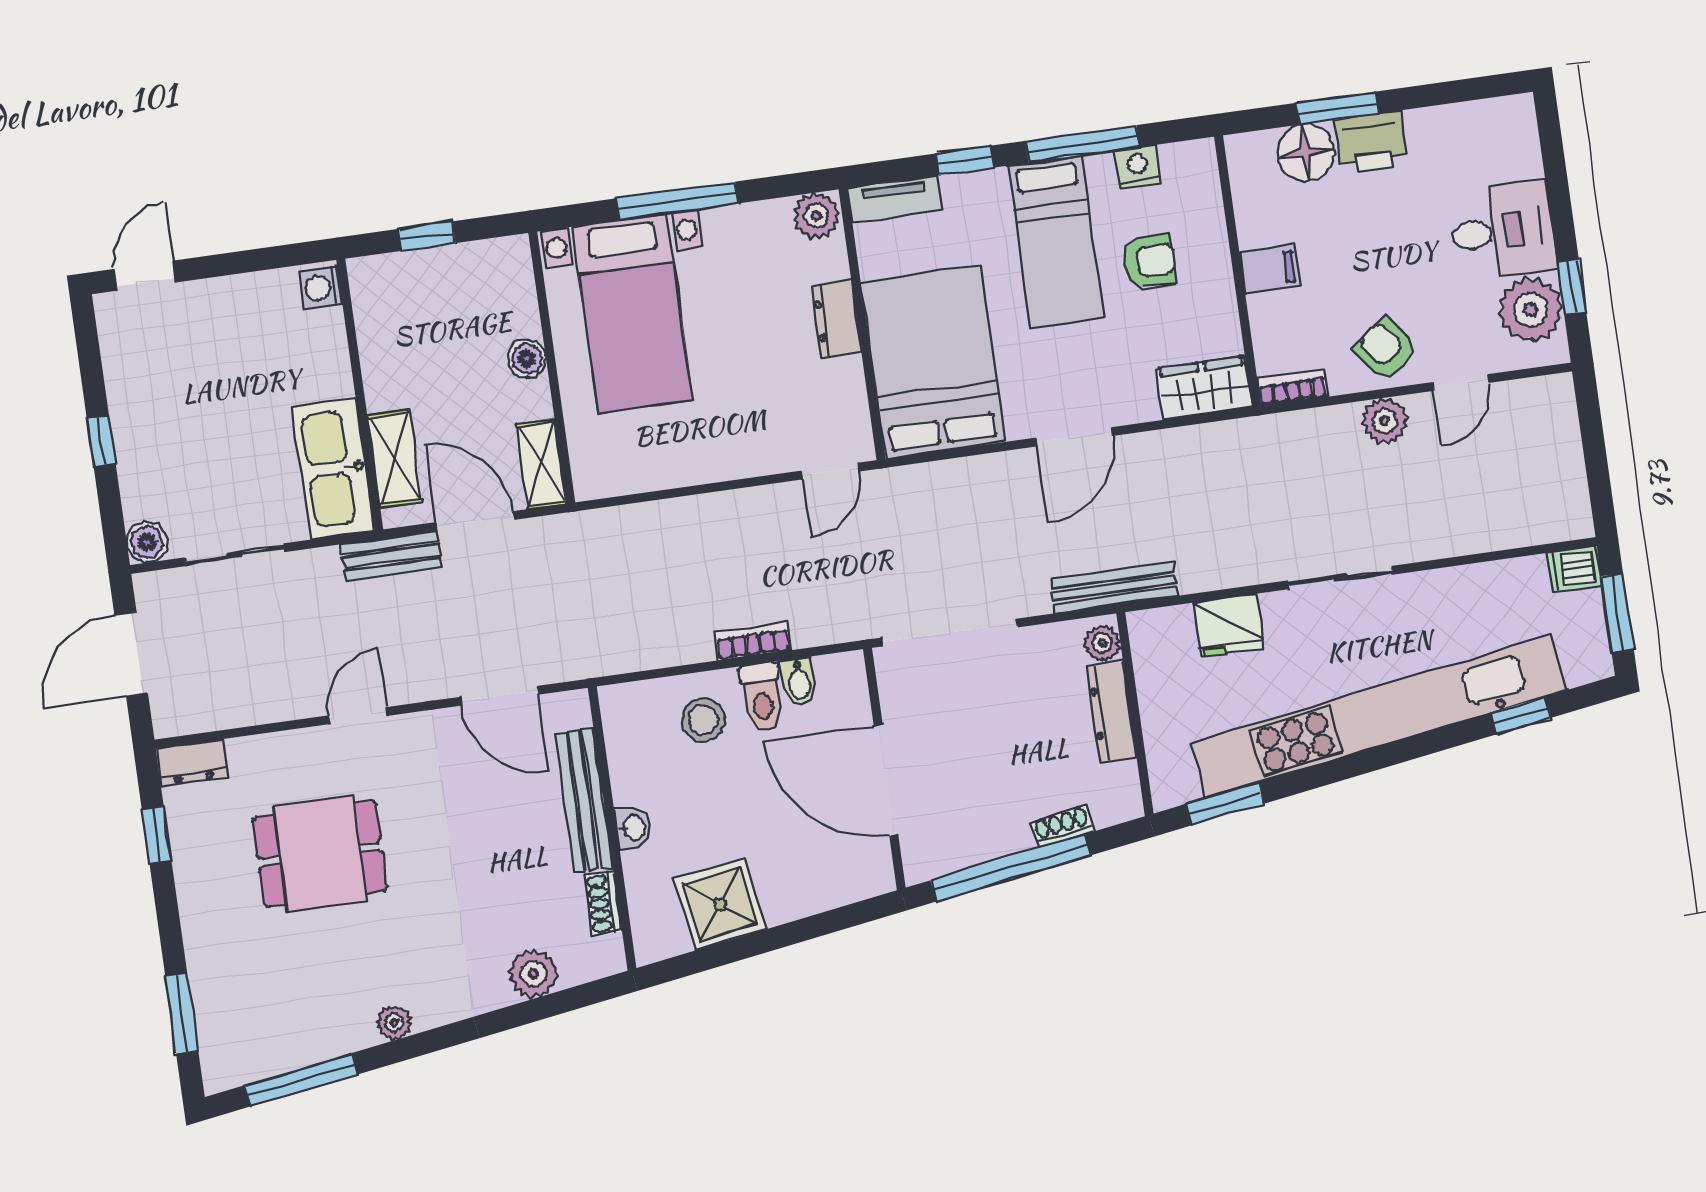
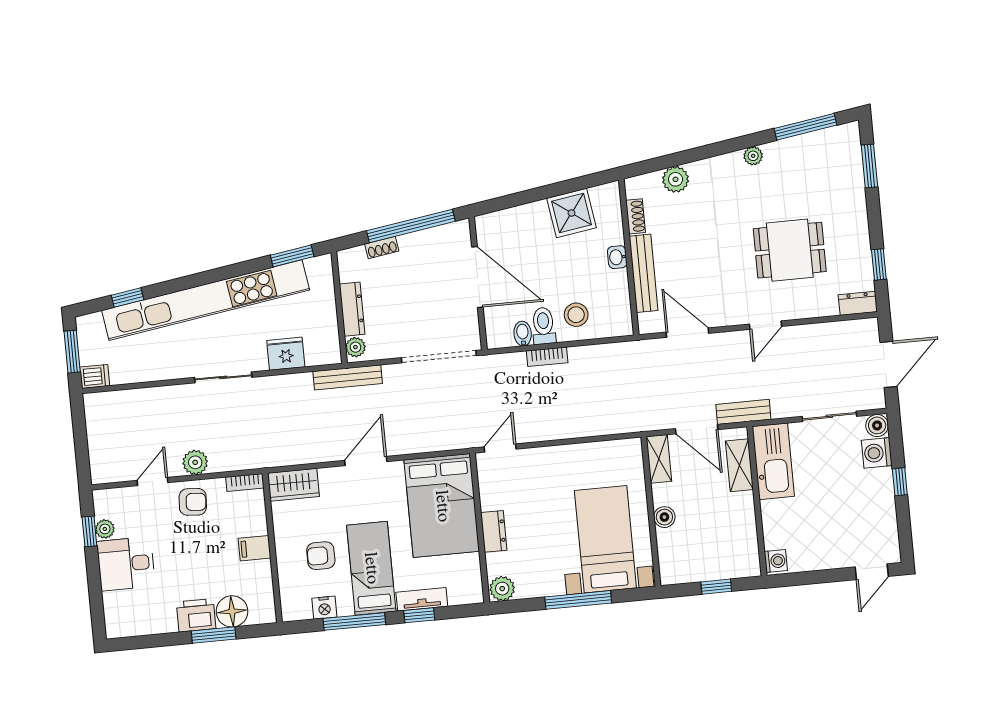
tv unit: (895, 199) -> (422, 599), moved
plant: (1531, 310) -> (105, 529), width x0.53, depth x0.53
armchair: (1386, 349) -> (193, 502), turned -47
washing machine: (146, 492) -> (877, 453), added

